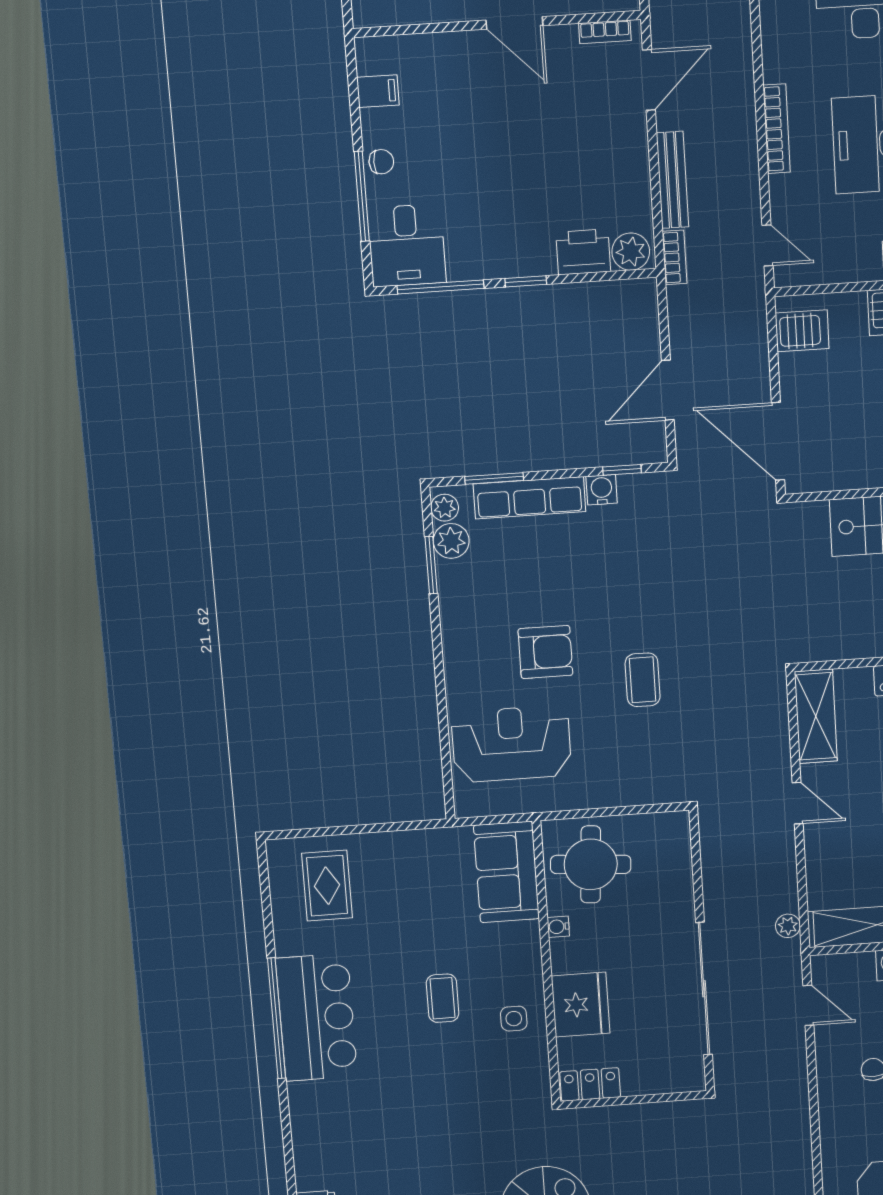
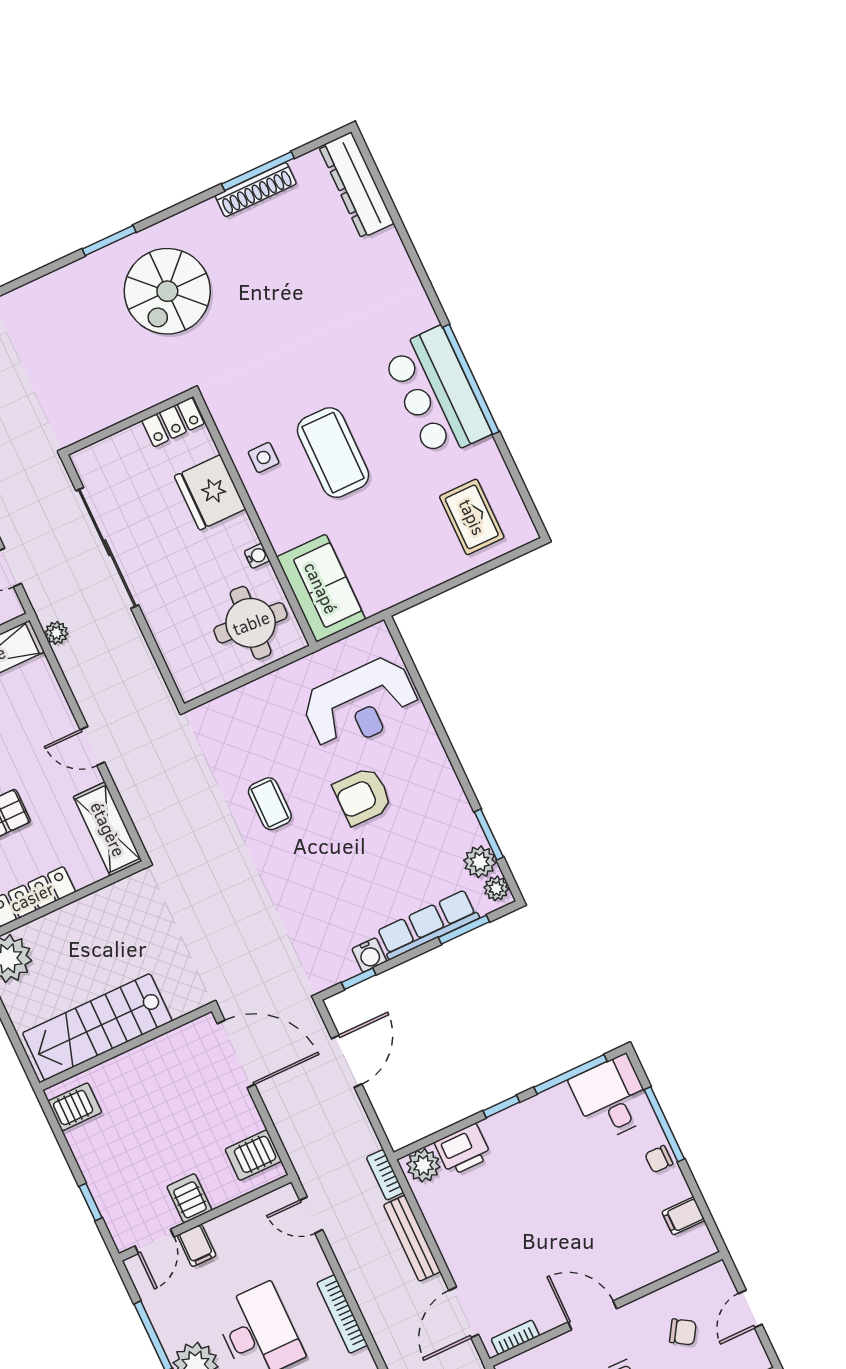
coffee table: (443, 998) -> (333, 453), width x1.86, depth x1.72

